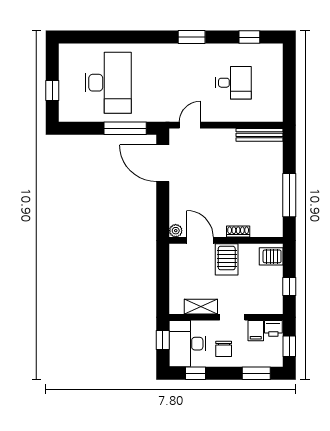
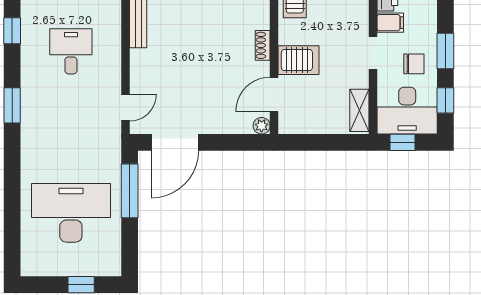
door: (190, 125) -> (126, 108), swing flipped
shelving: (201, 307) -> (359, 110), moved
window: (256, 373) -> (445, 51), moved

